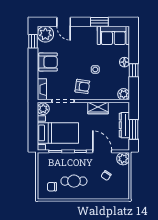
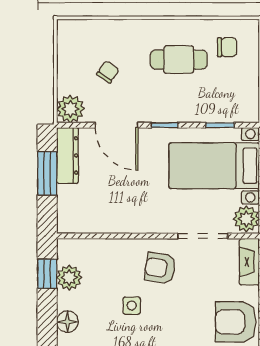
window: (134, 70) -> (47, 274), moved
plant: (124, 94) -> (69, 278), moved
wardrobe: (98, 108) -> (126, 221), removed
dresser: (124, 125) -> (68, 155), moved

